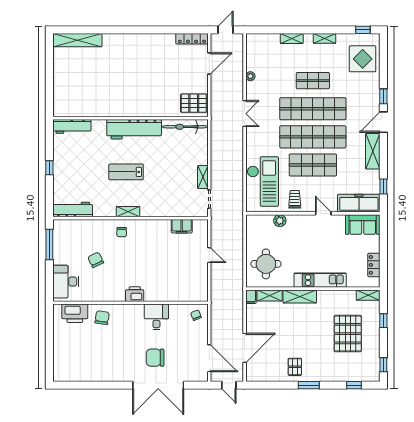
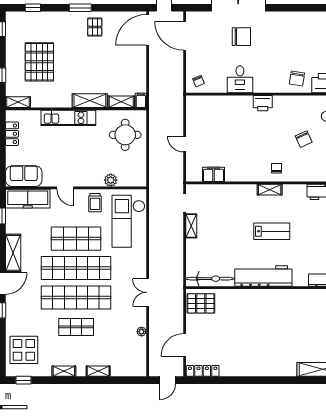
door: (245, 348) -> (148, 30), moved

